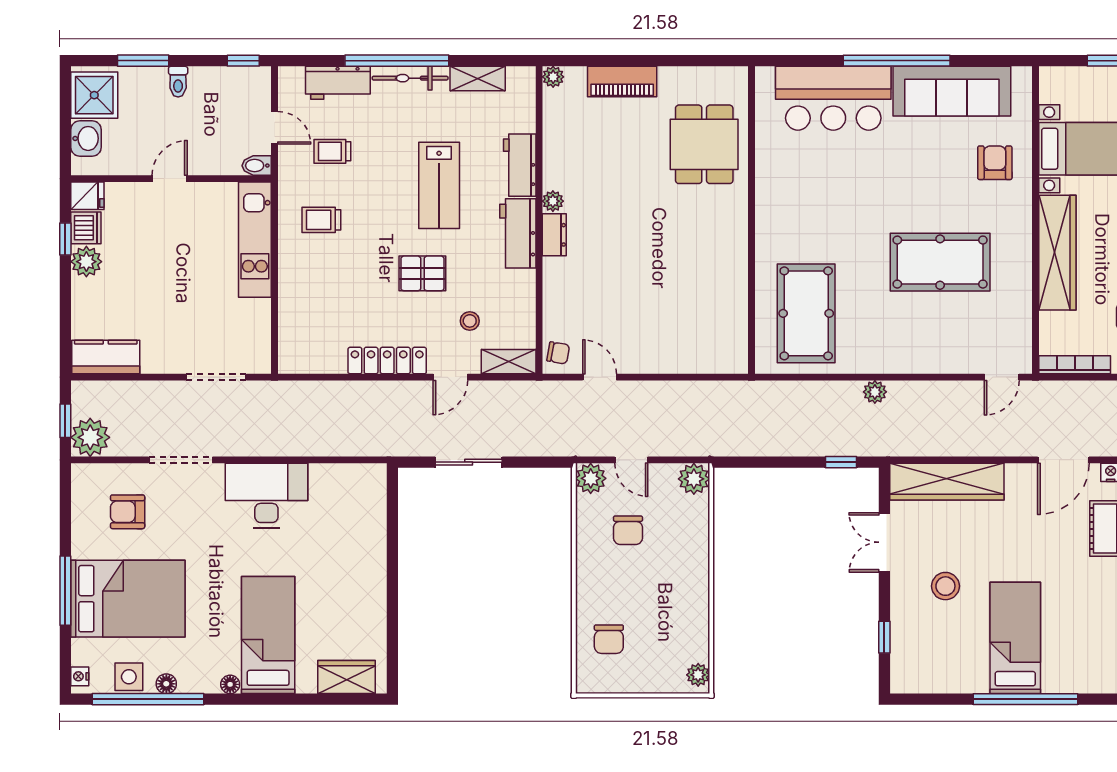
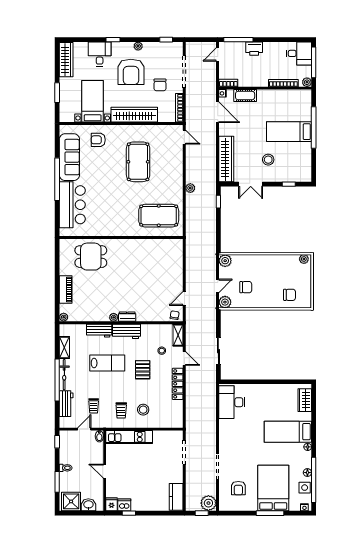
plant: (86, 262) -> (138, 505), removed
stool: (323, 275) -> (143, 410), added
desk: (266, 495) -> (232, 402), moved

